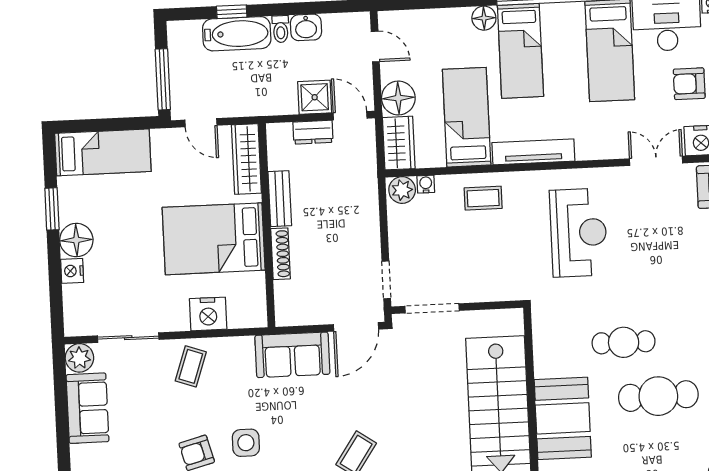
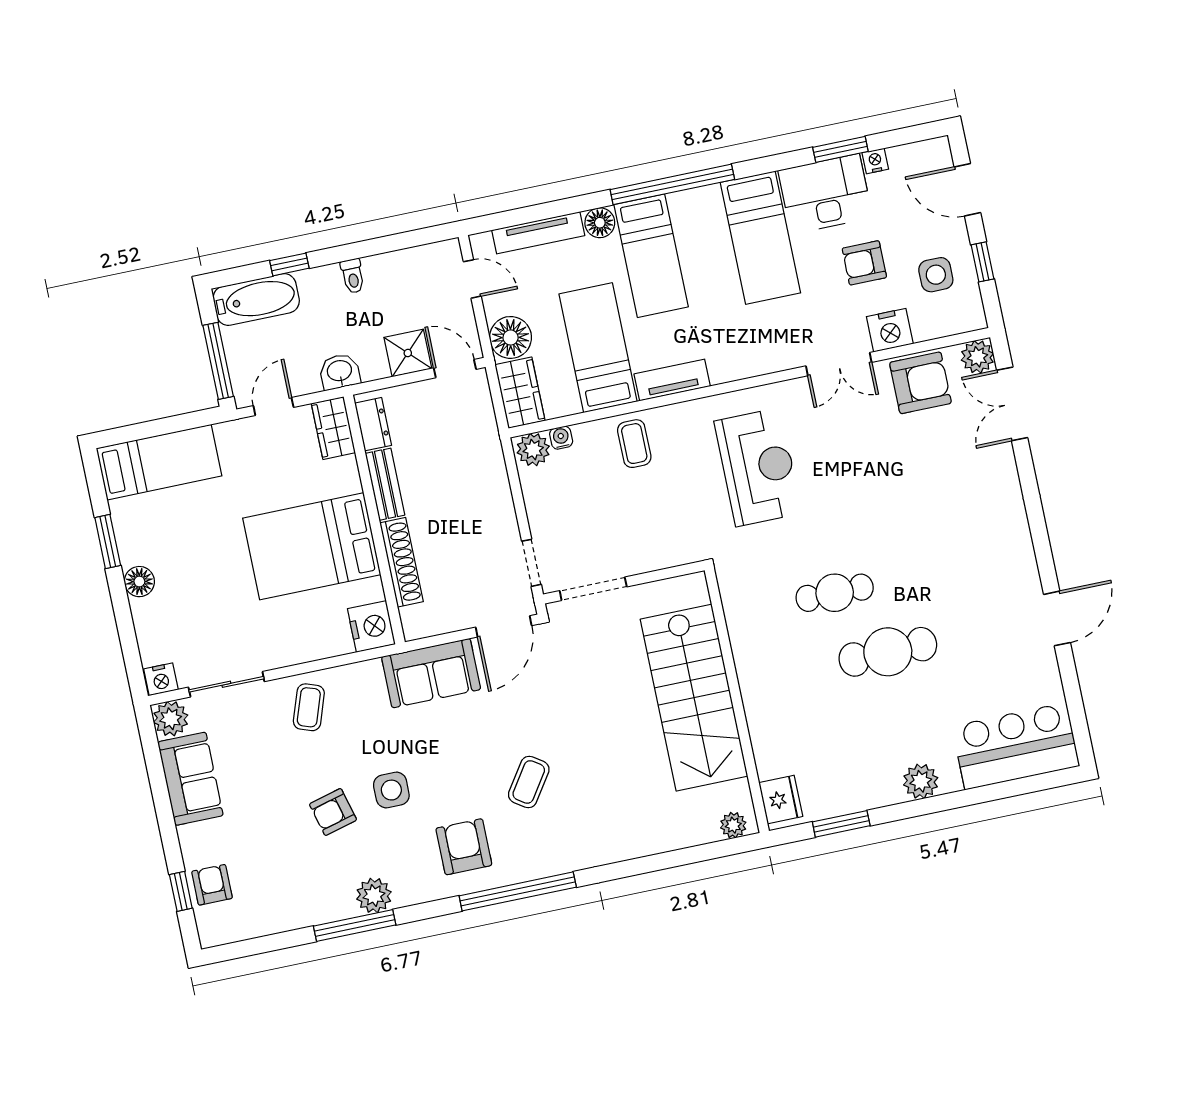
tv unit: (434, 18) -> (538, 233), added
washbasin: (306, 27) -> (340, 372), moved, turned 180
bathtub: (237, 34) -> (256, 300), moved
door: (201, 123) -> (273, 406), swing flipped
dresser: (313, 132) -> (373, 424), moved, turned -90
tv unit: (533, 152) -> (672, 380), width x0.71
wardrobe: (246, 159) -> (333, 428), width x0.67
double door: (656, 161) -> (839, 364), swing flipped
coffee table: (483, 198) -> (634, 444), turned 90
floor lamp: (76, 240) -> (139, 582), width x0.73, depth x0.73
shoe rack: (280, 254) -> (402, 562), width x1.36, depth x1.24
nightstand: (72, 271) -> (161, 679), moved, turned -90
nightstand: (208, 314) -> (371, 626), moved, turned -90
booth: (563, 418) -> (775, 698), removed

